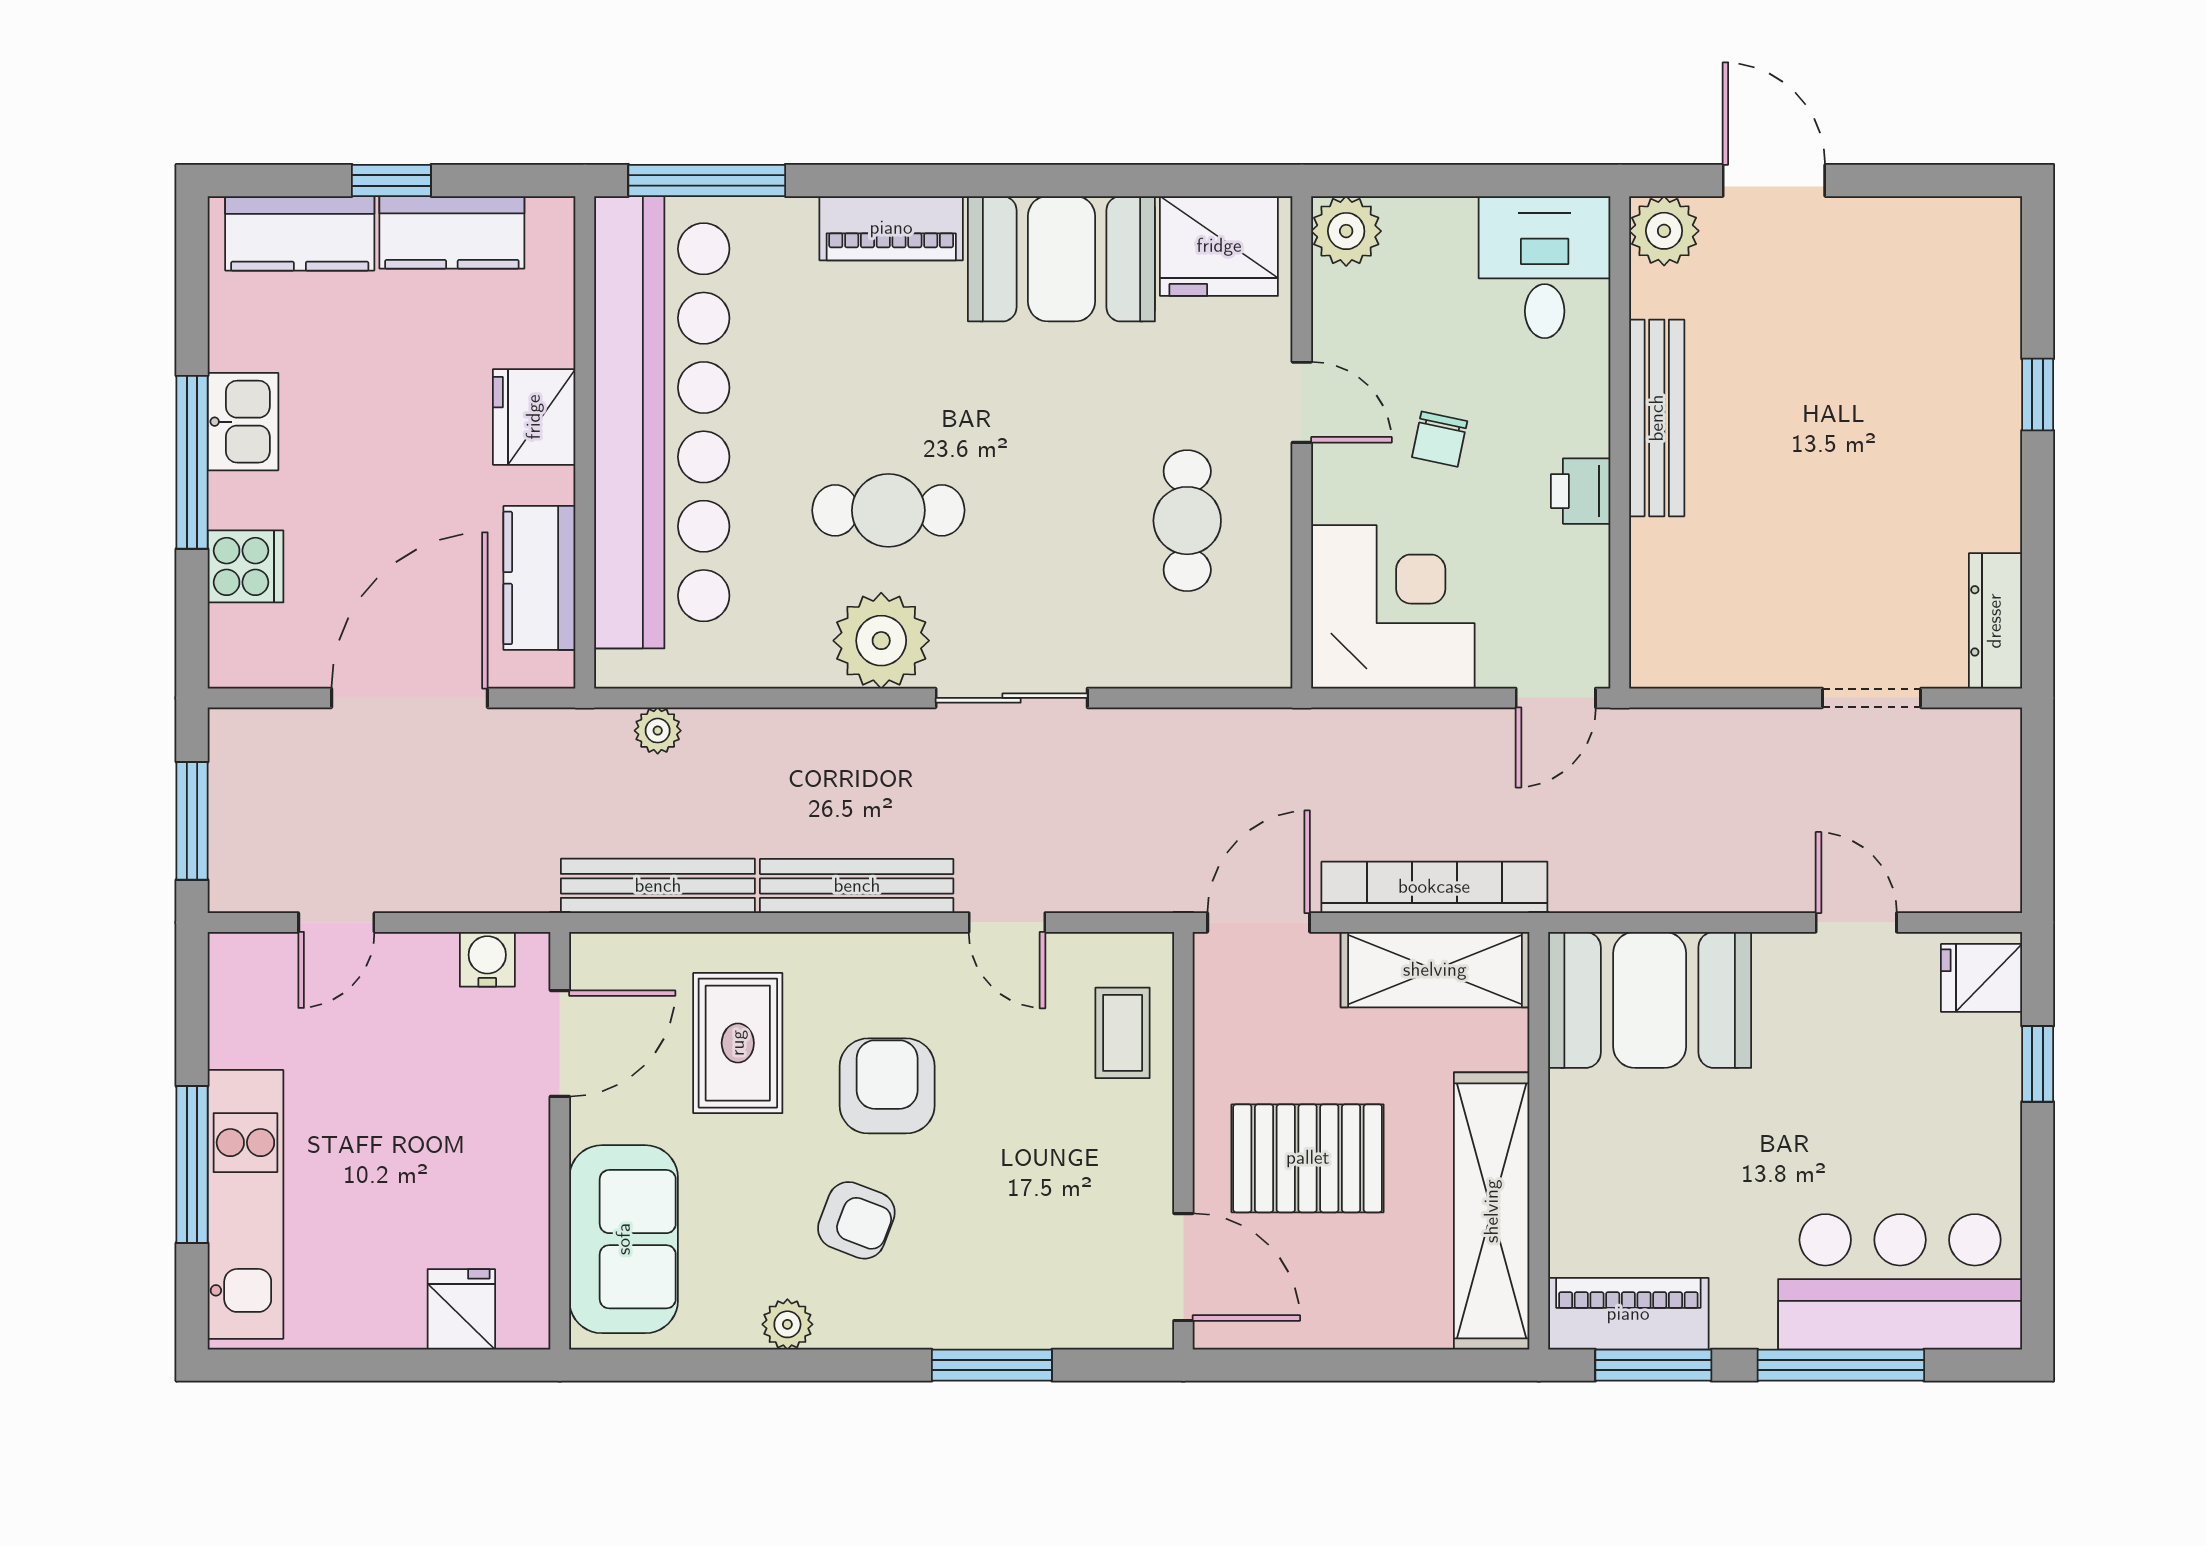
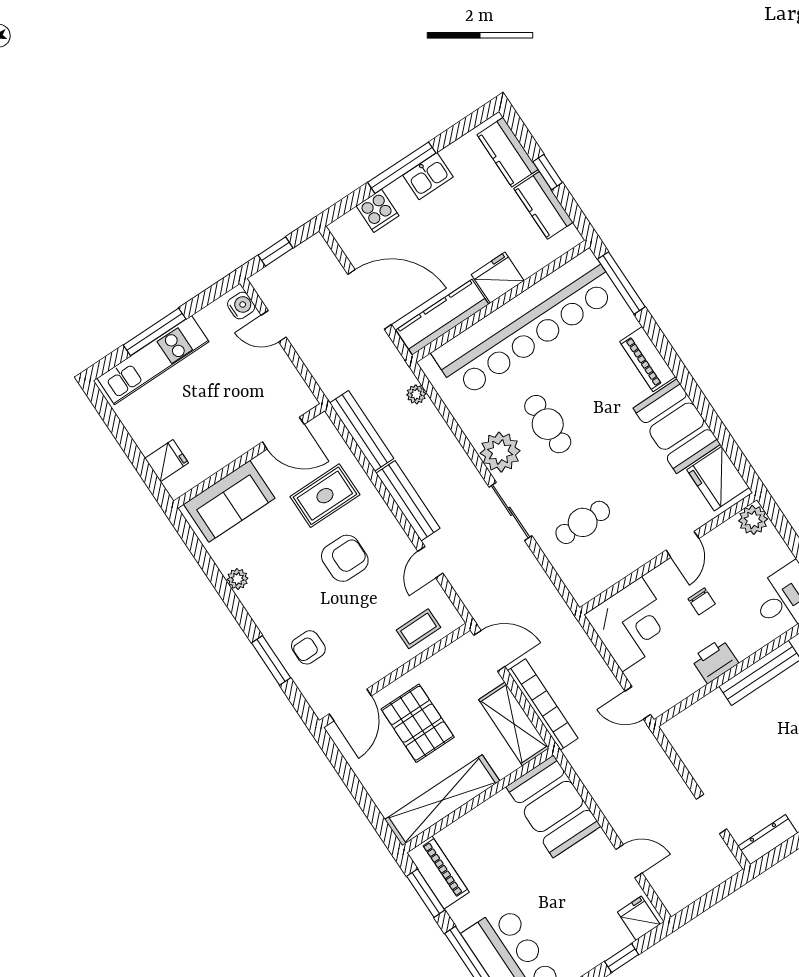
chair: (1440, 439) -> (702, 601), turned -102
printer: (1581, 491) -> (715, 661), width x1.36, depth x1.24
cafe table: (1187, 521) -> (583, 522), moved
kitchen counter: (539, 578) -> (442, 317), width x1.50
window: (192, 821) -> (276, 252), width x0.67
door: (1856, 922) -> (629, 861), hinge flipped
water cooler: (487, 959) -> (241, 306), moved
armchair: (856, 1220) -> (308, 647), moved, turned 69

